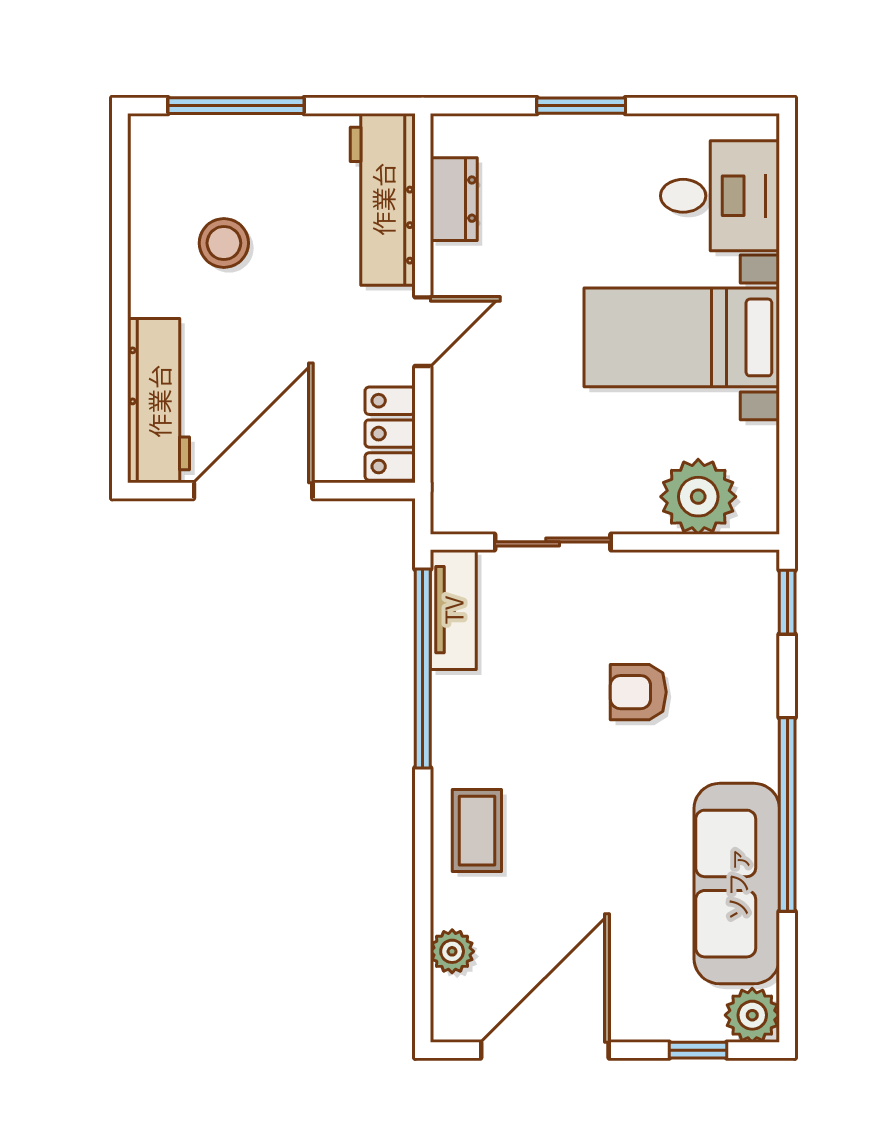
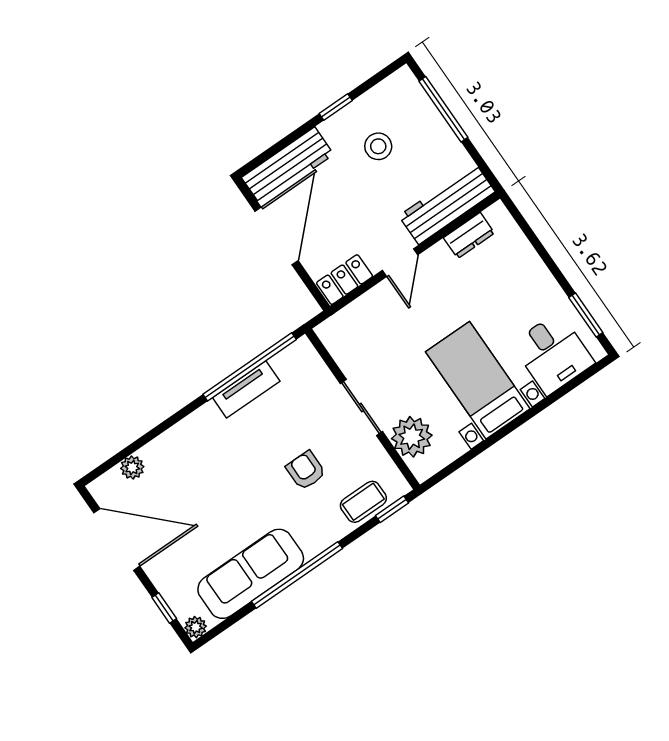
window: (581, 106) -> (586, 315), moved
window: (120, 266) -> (336, 107), added
door: (423, 332) -> (400, 263), hinge flipped
door: (253, 491) -> (277, 236), hinge flipped
sliding door: (553, 542) -> (361, 407), moved
tv unit: (453, 610) -> (246, 389), moved
coffee table: (477, 831) -> (363, 502), moved
plant: (752, 1015) -> (196, 627), width x0.73, depth x0.73

